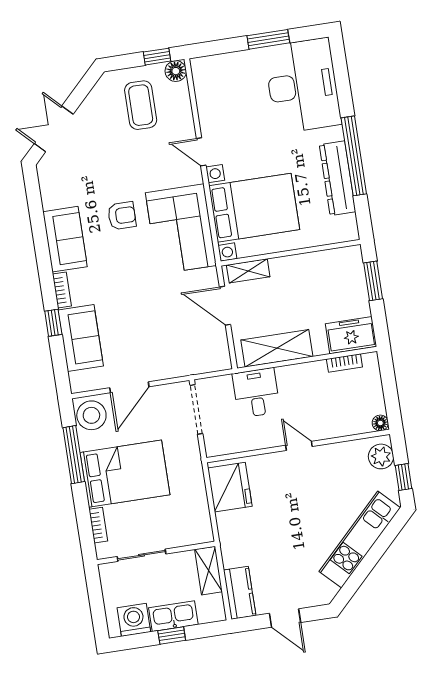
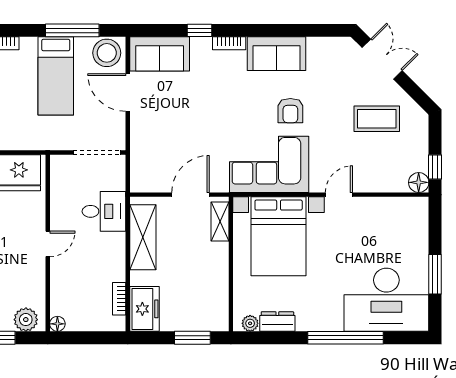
coffee table: (141, 105) -> (377, 119), moved
window: (354, 156) -> (345, 338), moved
dresser: (338, 178) -> (277, 322), width x0.51, depth x0.80
plant: (349, 223) -> (250, 323), added
sofa: (81, 338) -> (160, 54), moved
bed: (125, 474) -> (56, 76), width x0.67

